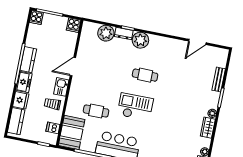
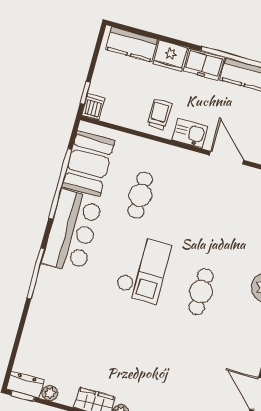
dishwasher: (53, 128) -> (93, 107), moved
booth: (72, 133) -> (89, 164), moved, turned 90

